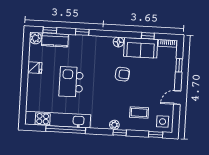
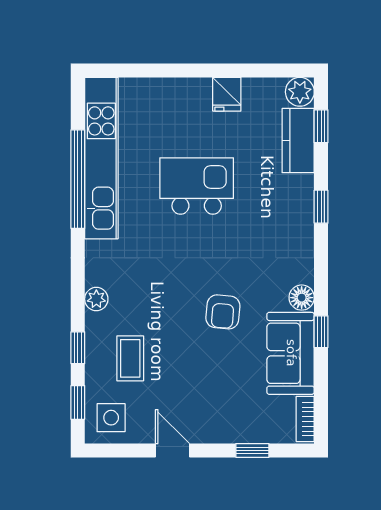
window: (148, 36) -> (321, 332), moved
window: (120, 133) -> (78, 348), moved

